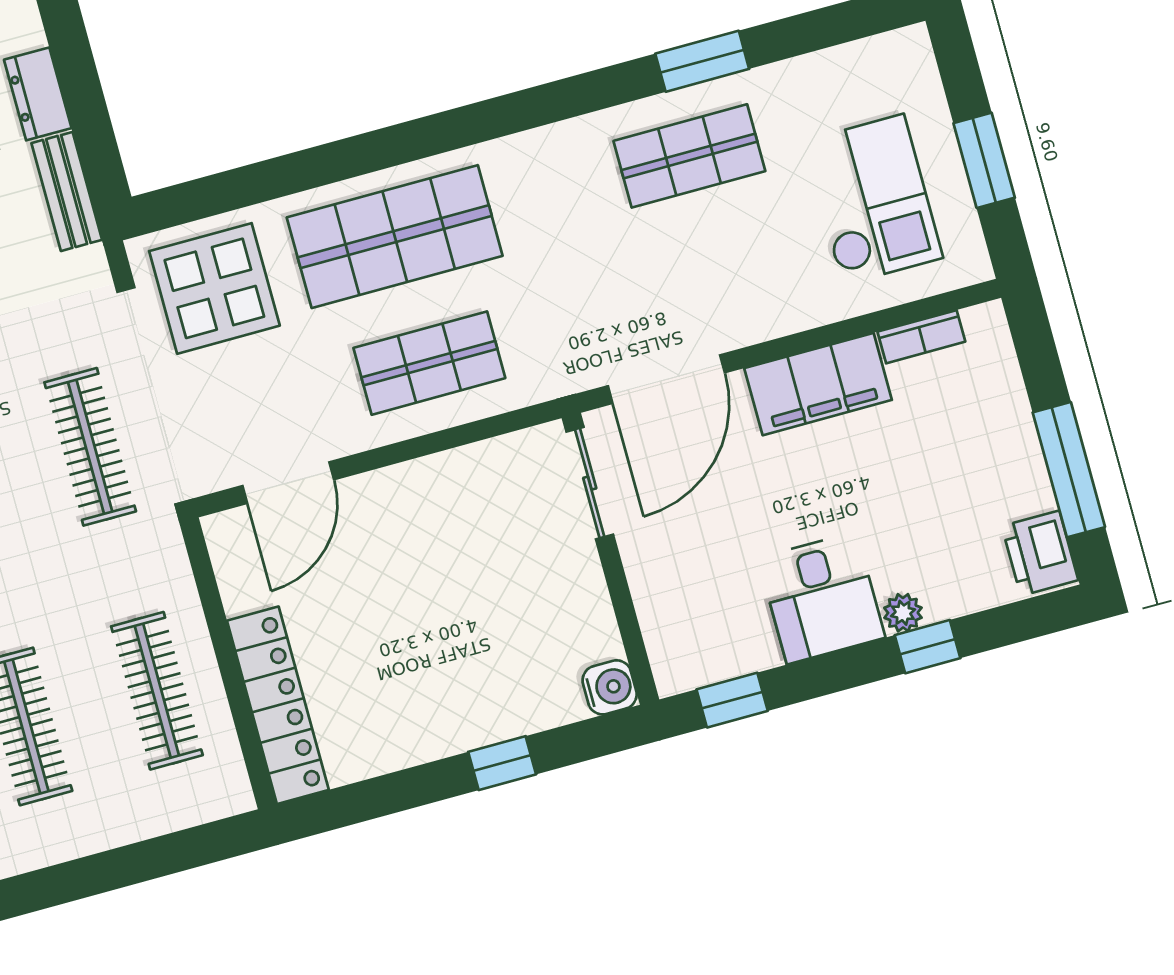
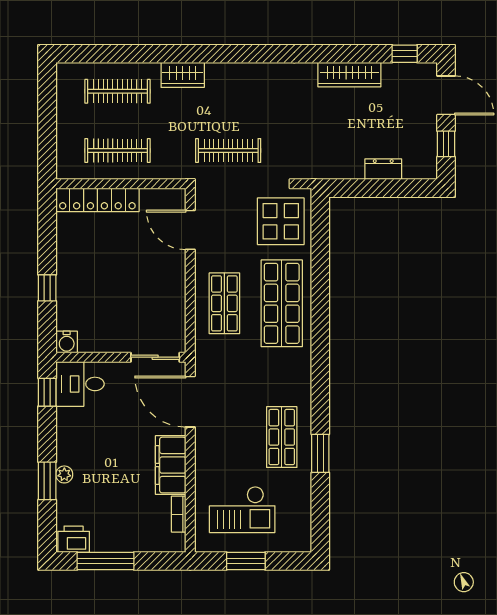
bench: (67, 191) -> (339, 170), removed
desk: (822, 598) -> (80, 384), moved
window: (927, 647) -> (47, 481), width x1.50

